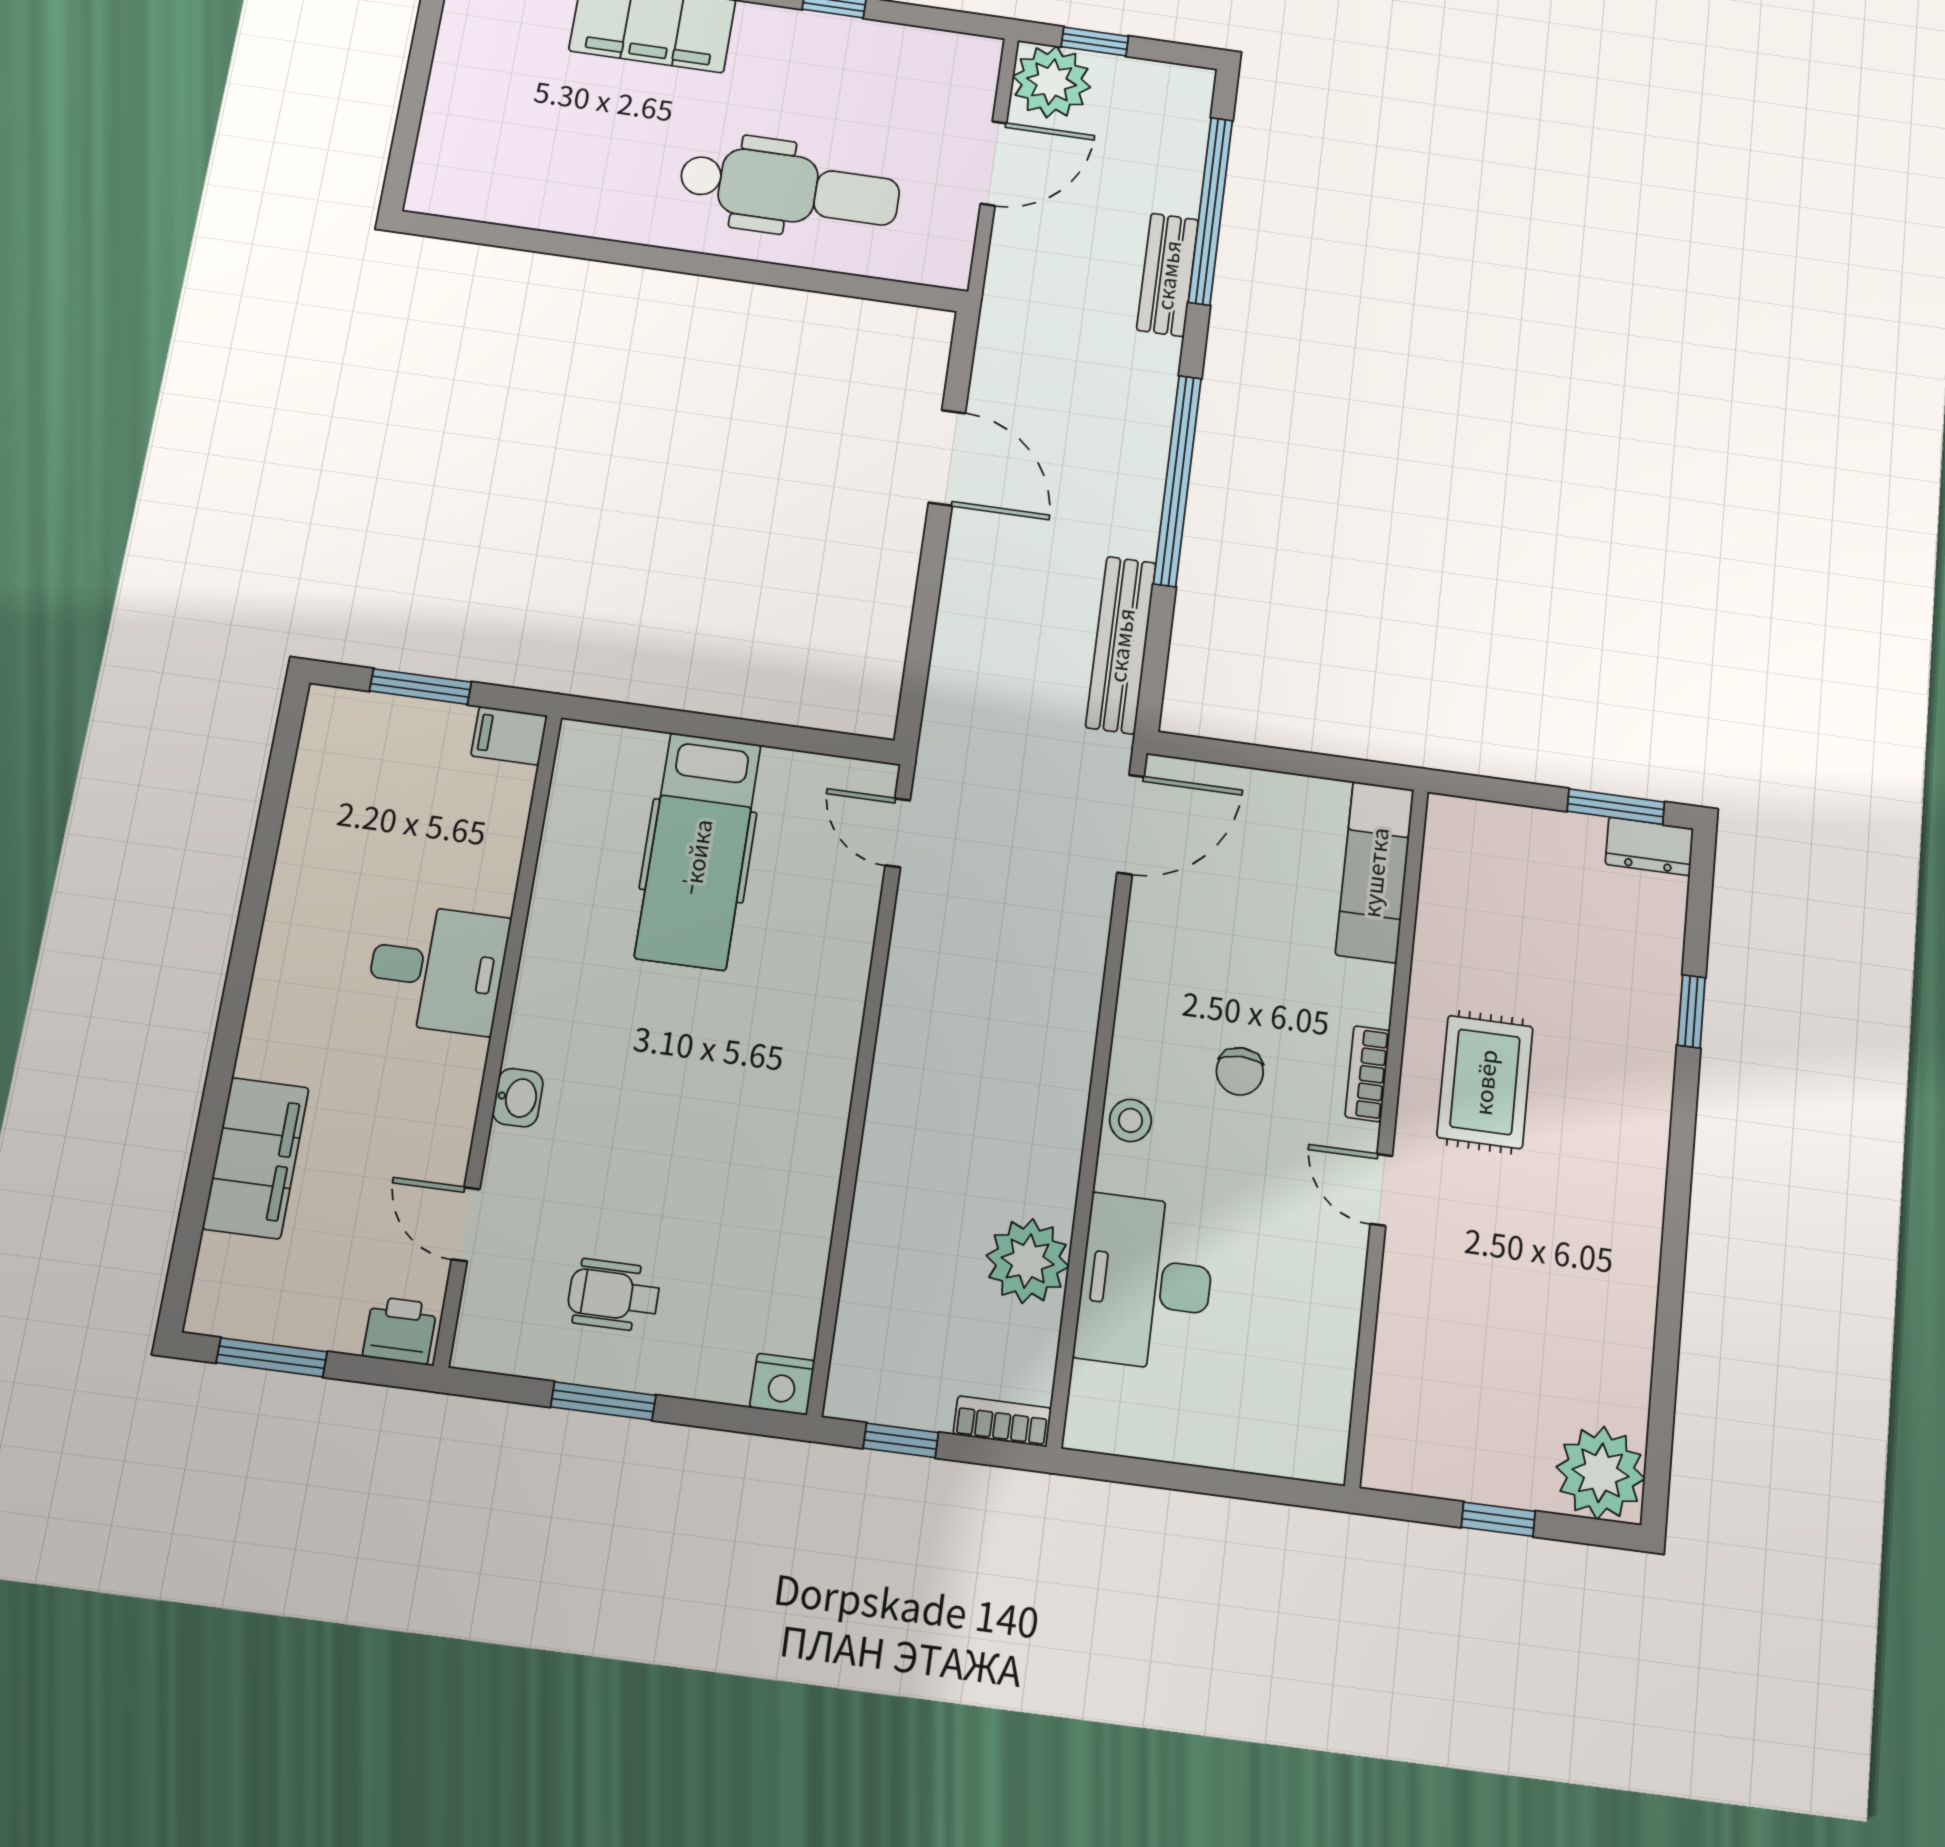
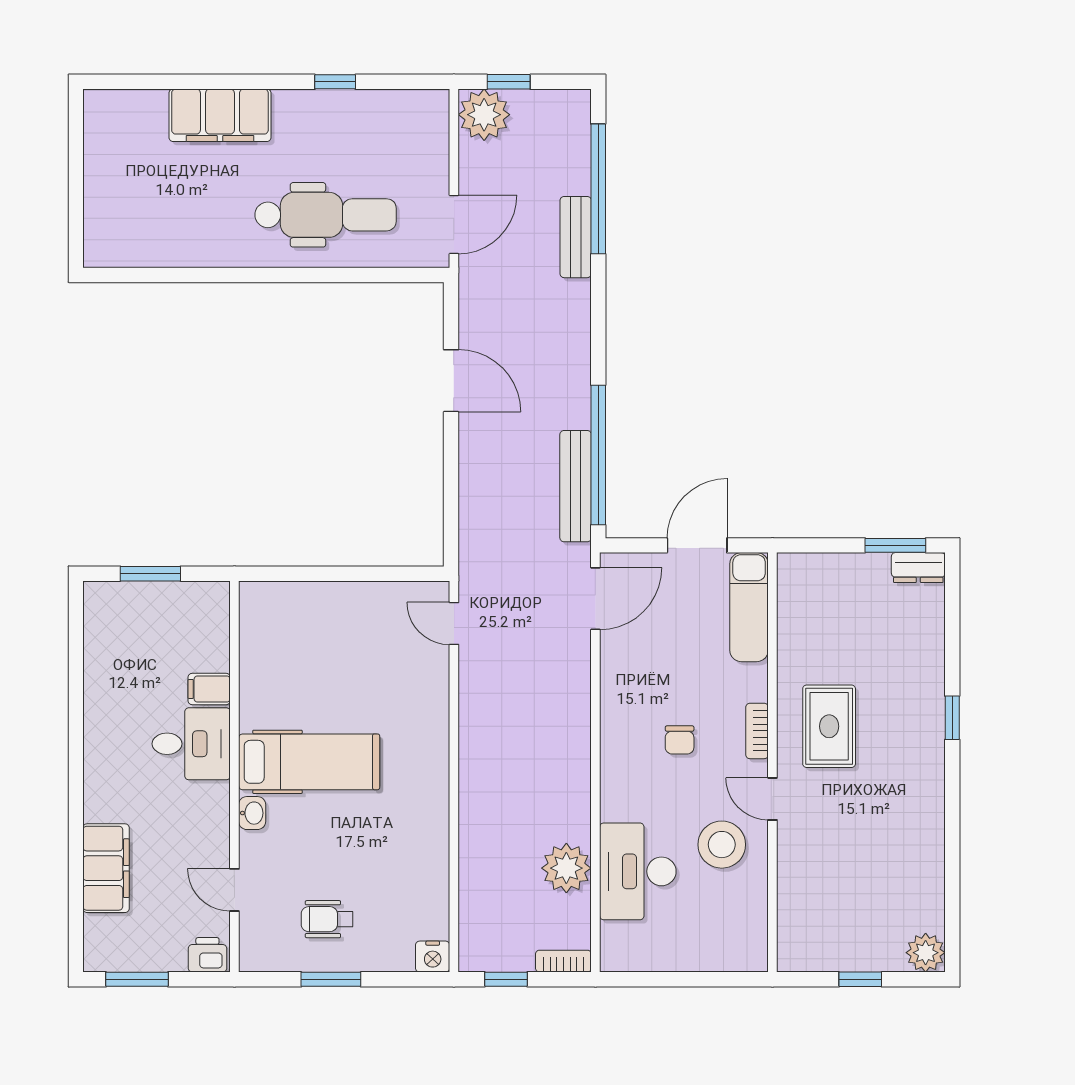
door: (994, 163) -> (454, 224), moved
window: (1177, 480) -> (598, 455), moved
filing cabinet: (509, 736) -> (209, 689), moved
door: (1302, 763) -> (697, 545), added
hospital bed: (698, 851) -> (309, 762), moved, turned -90
window: (1691, 1011) -> (952, 718), moved
stool: (1130, 1120) -> (722, 845), moved, width x1.89, depth x1.89
plant: (1601, 1473) -> (926, 953), width x0.73, depth x0.73

